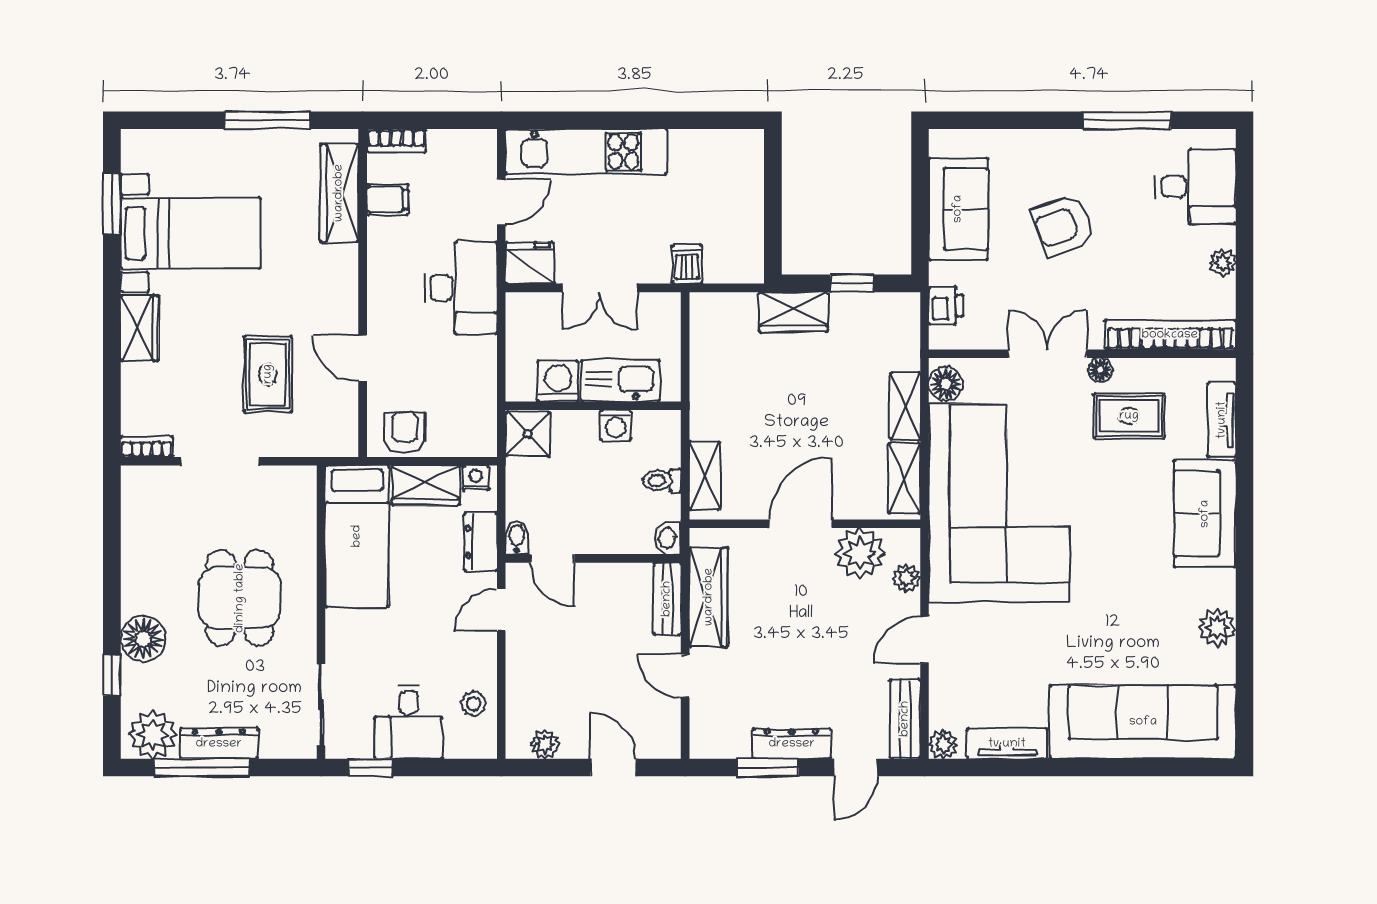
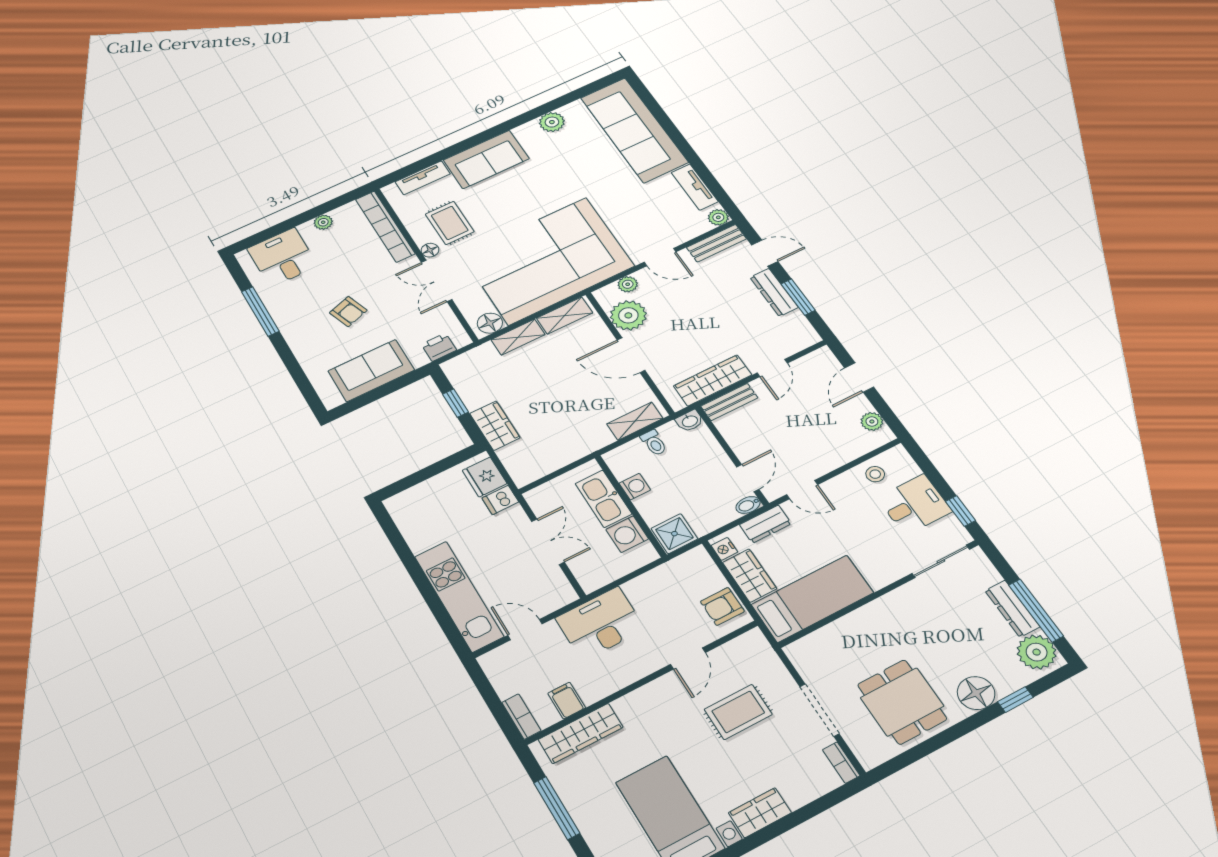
armchair: (1063, 225) -> (348, 312), width x0.72, depth x0.72
fridge: (530, 263) -> (485, 477), moved
dining table: (240, 598) -> (902, 702), moved, turned 90

